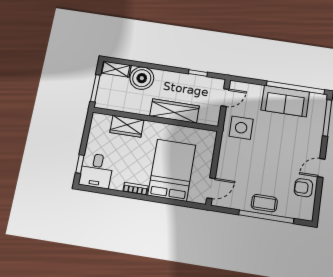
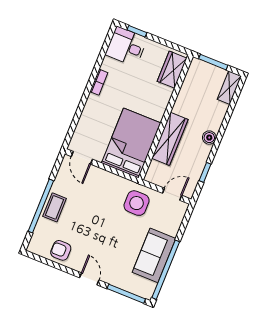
boiler: (142, 78) -> (209, 138), moved, width x0.54, depth x0.54
door: (225, 98) -> (172, 194), swing flipped
wardrobe: (127, 126) -> (172, 70), moved
door: (321, 168) -> (89, 279), moved
bed: (172, 170) -> (131, 143), moved, turned -90
armchair: (303, 188) -> (61, 250), turned -90

